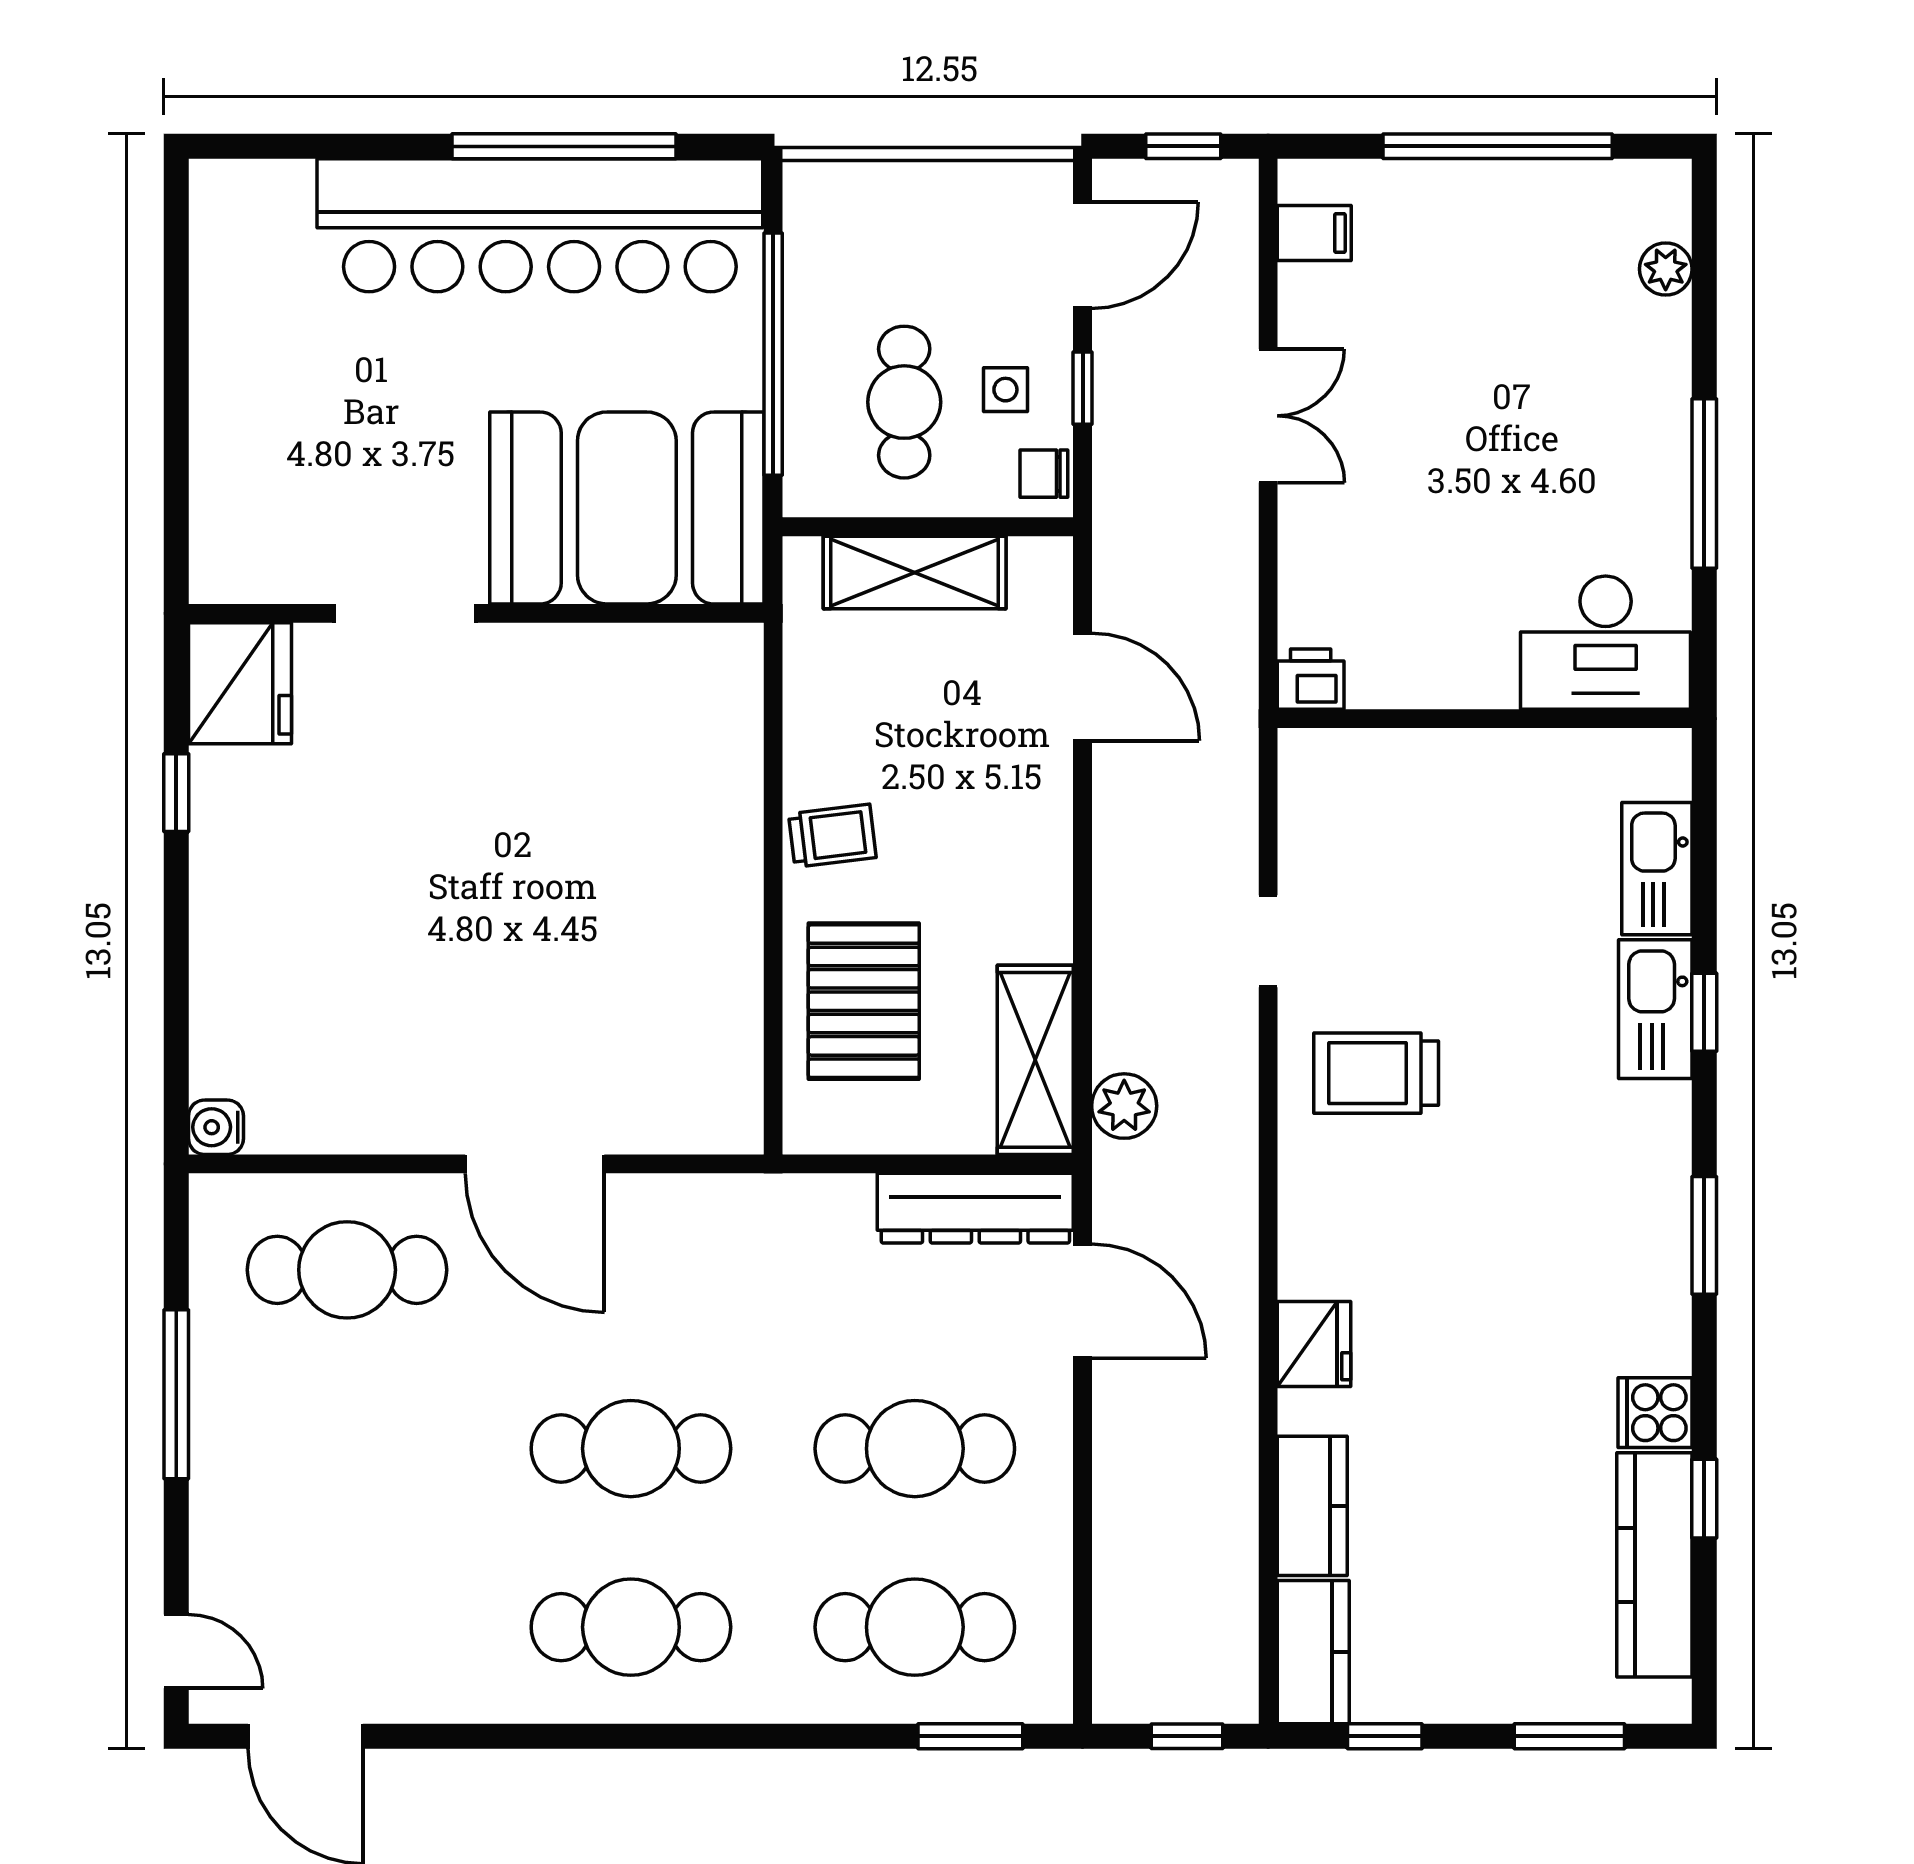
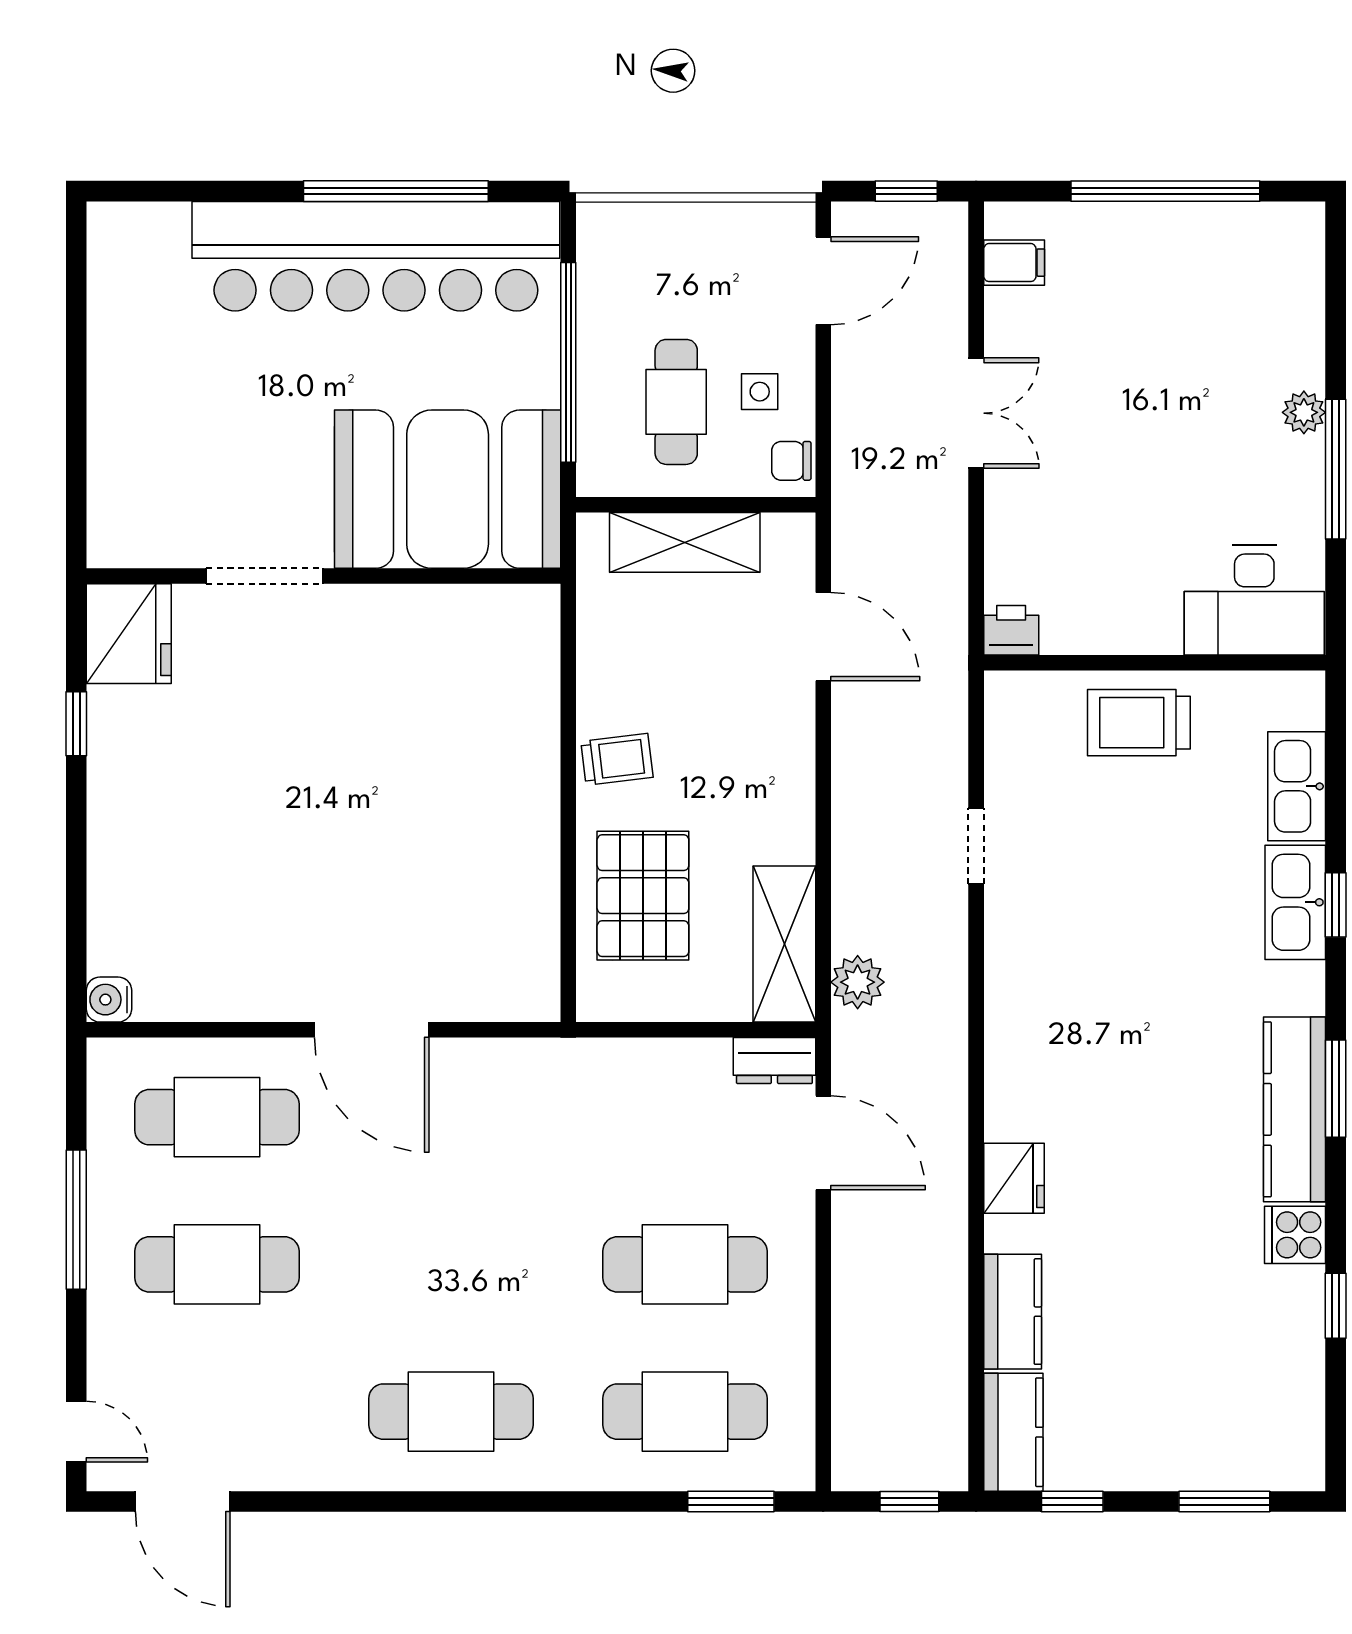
plant: (1666, 269) -> (1304, 412), moved
window: (1083, 388) -> (823, 390), removed
trolley: (1376, 1073) -> (1139, 723), moved
dresser: (975, 1208) -> (774, 1061), width x0.51, depth x0.80
cafe table: (631, 1449) -> (217, 1264), moved
kitchen counter: (1654, 1565) -> (1295, 1109), moved

